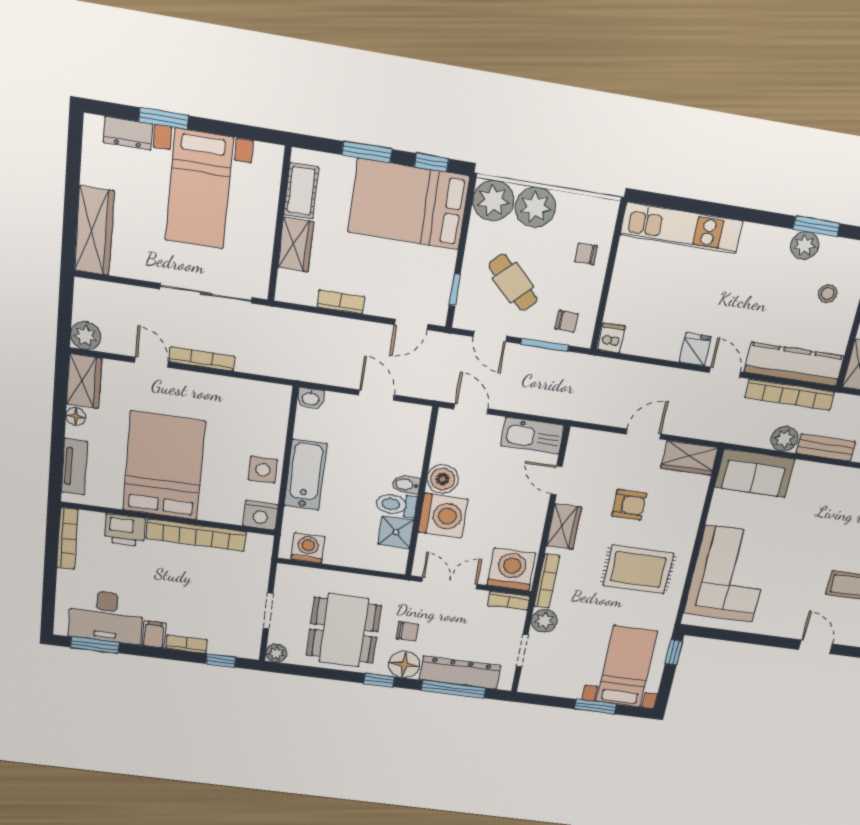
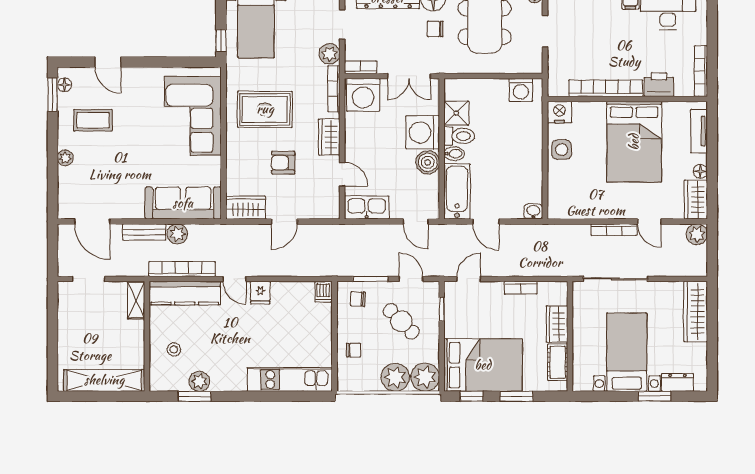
sofa: (755, 473) -> (183, 203), width x1.36
bathtub: (306, 475) -> (457, 192), moved, turned 180

